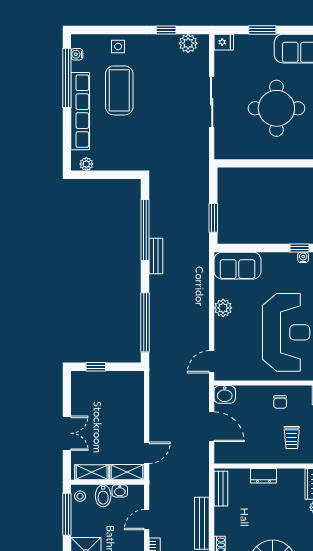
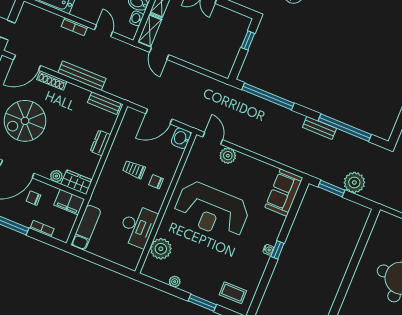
plant: (197, 197) -> (354, 182), added
plant: (223, 308) -> (228, 156), moved
trolley: (292, 438) -> (134, 169), moved

